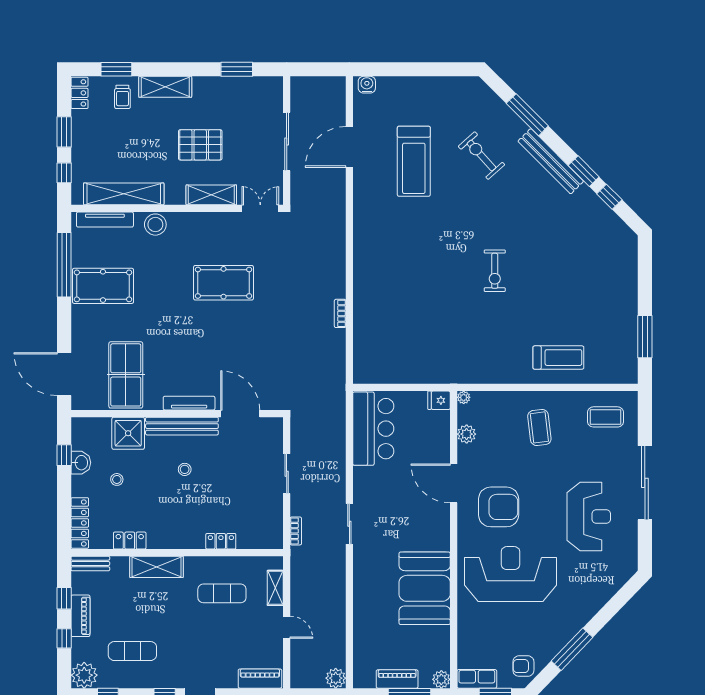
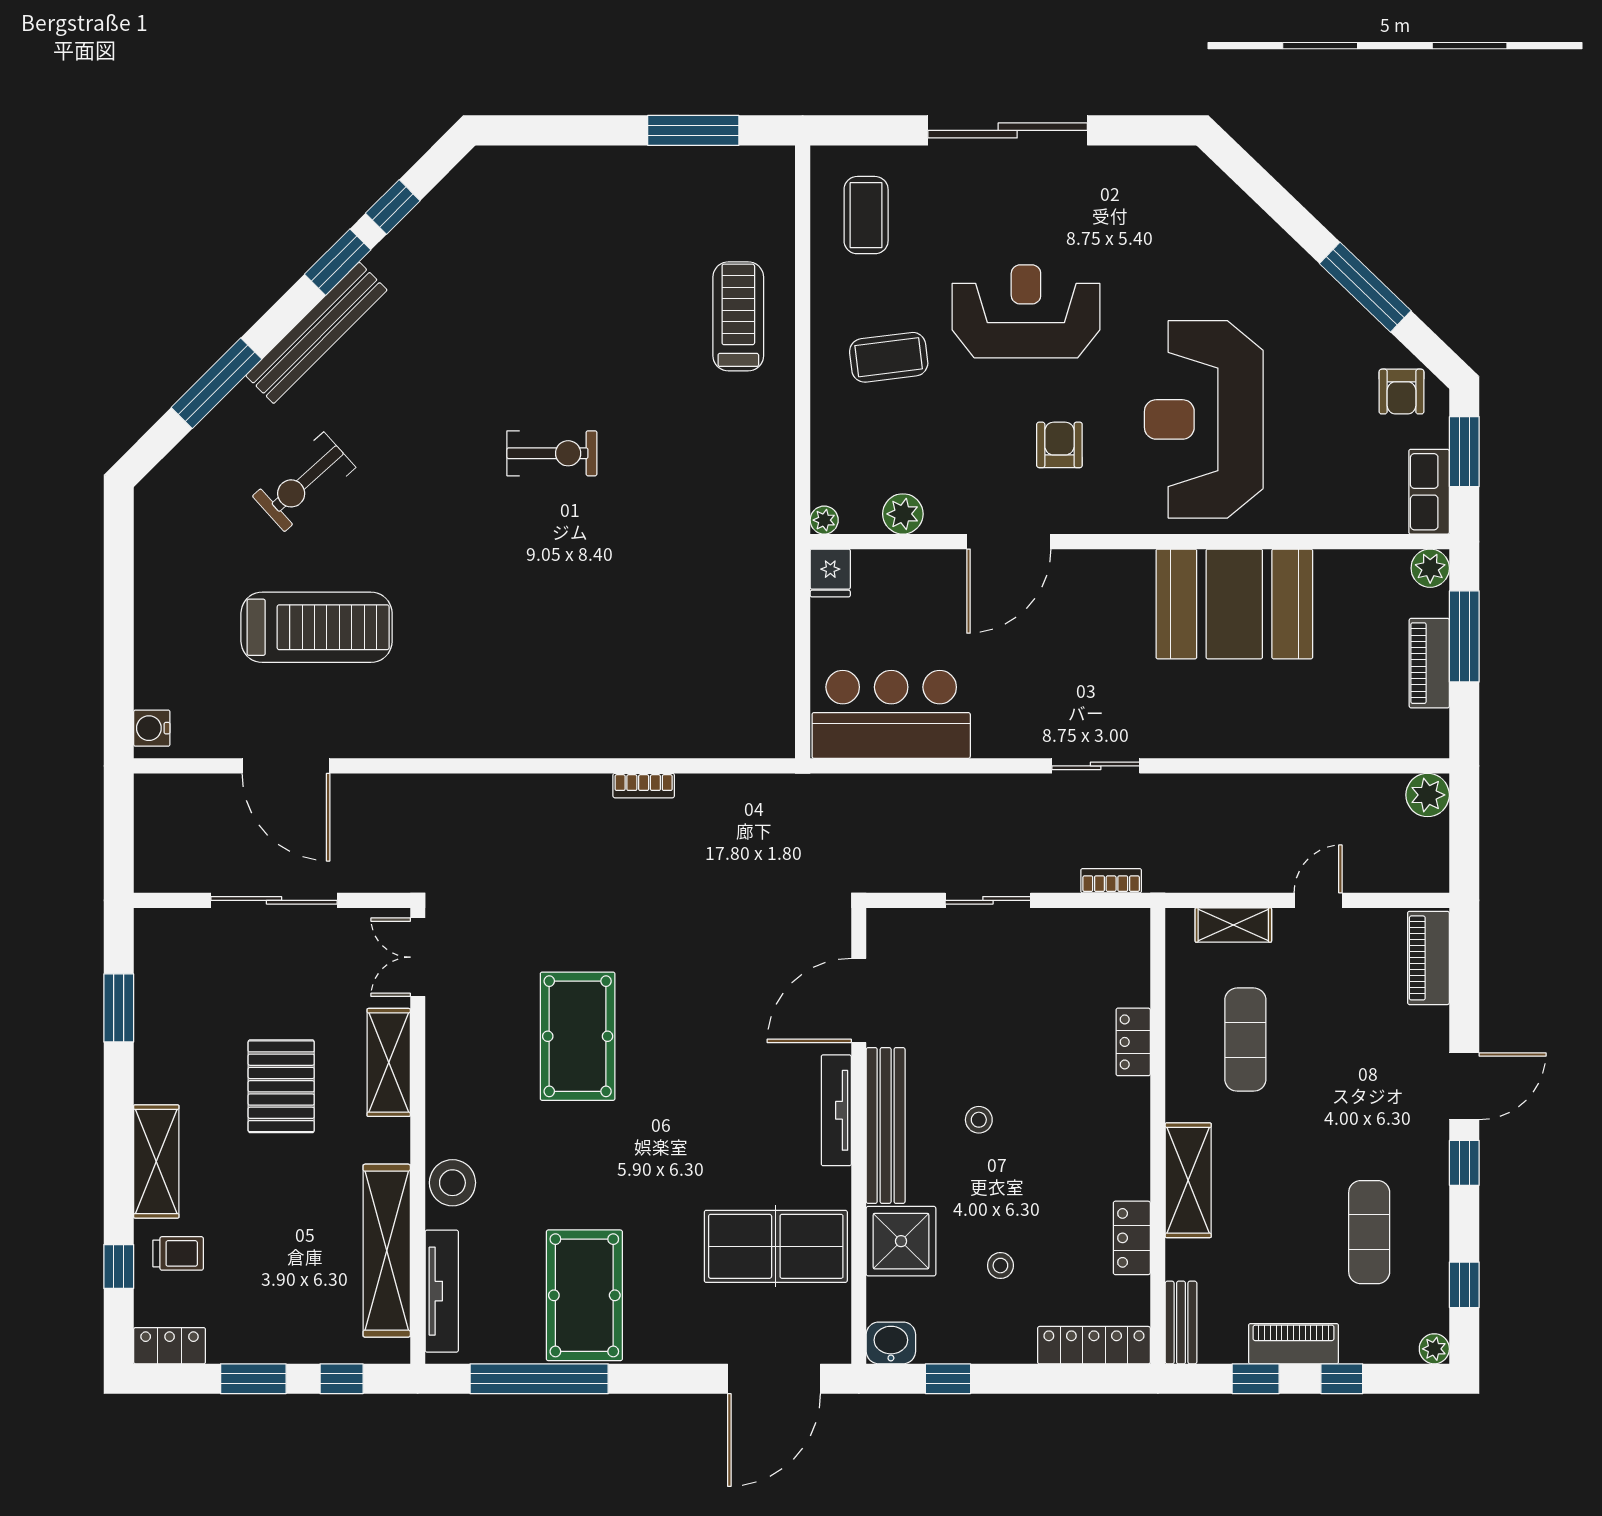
window: (116, 69) -> (119, 1266), width x0.67
washbasin: (81, 463) -> (891, 1343), moved
armchair: (499, 507) -> (1059, 445), width x0.53, depth x0.53
reception desk: (589, 517) -> (1026, 311), moved
plant: (84, 675) -> (1434, 1349), width x0.53, depth x0.53

